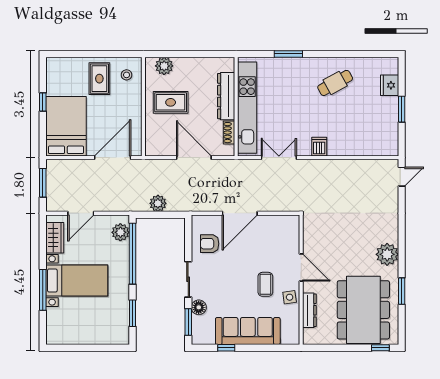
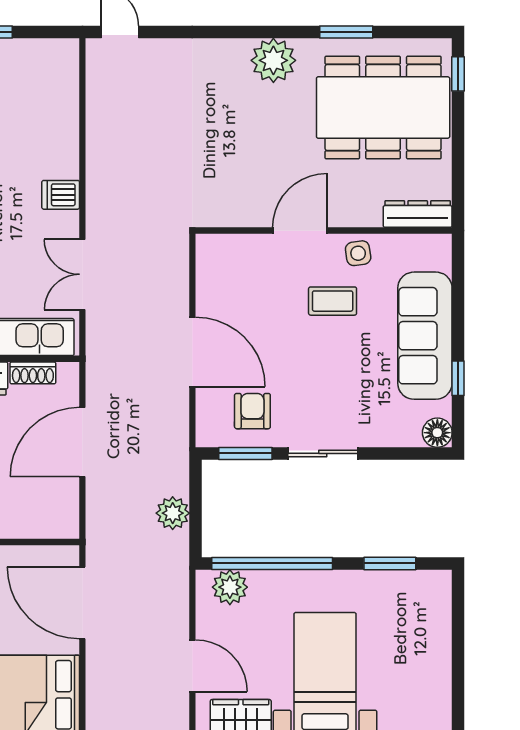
armchair: (210, 244) -> (252, 411), turned 180
floor lamp: (199, 307) -> (437, 433), moved
dresser: (309, 310) -> (418, 214), moved
window: (188, 322) -> (245, 453), moved

